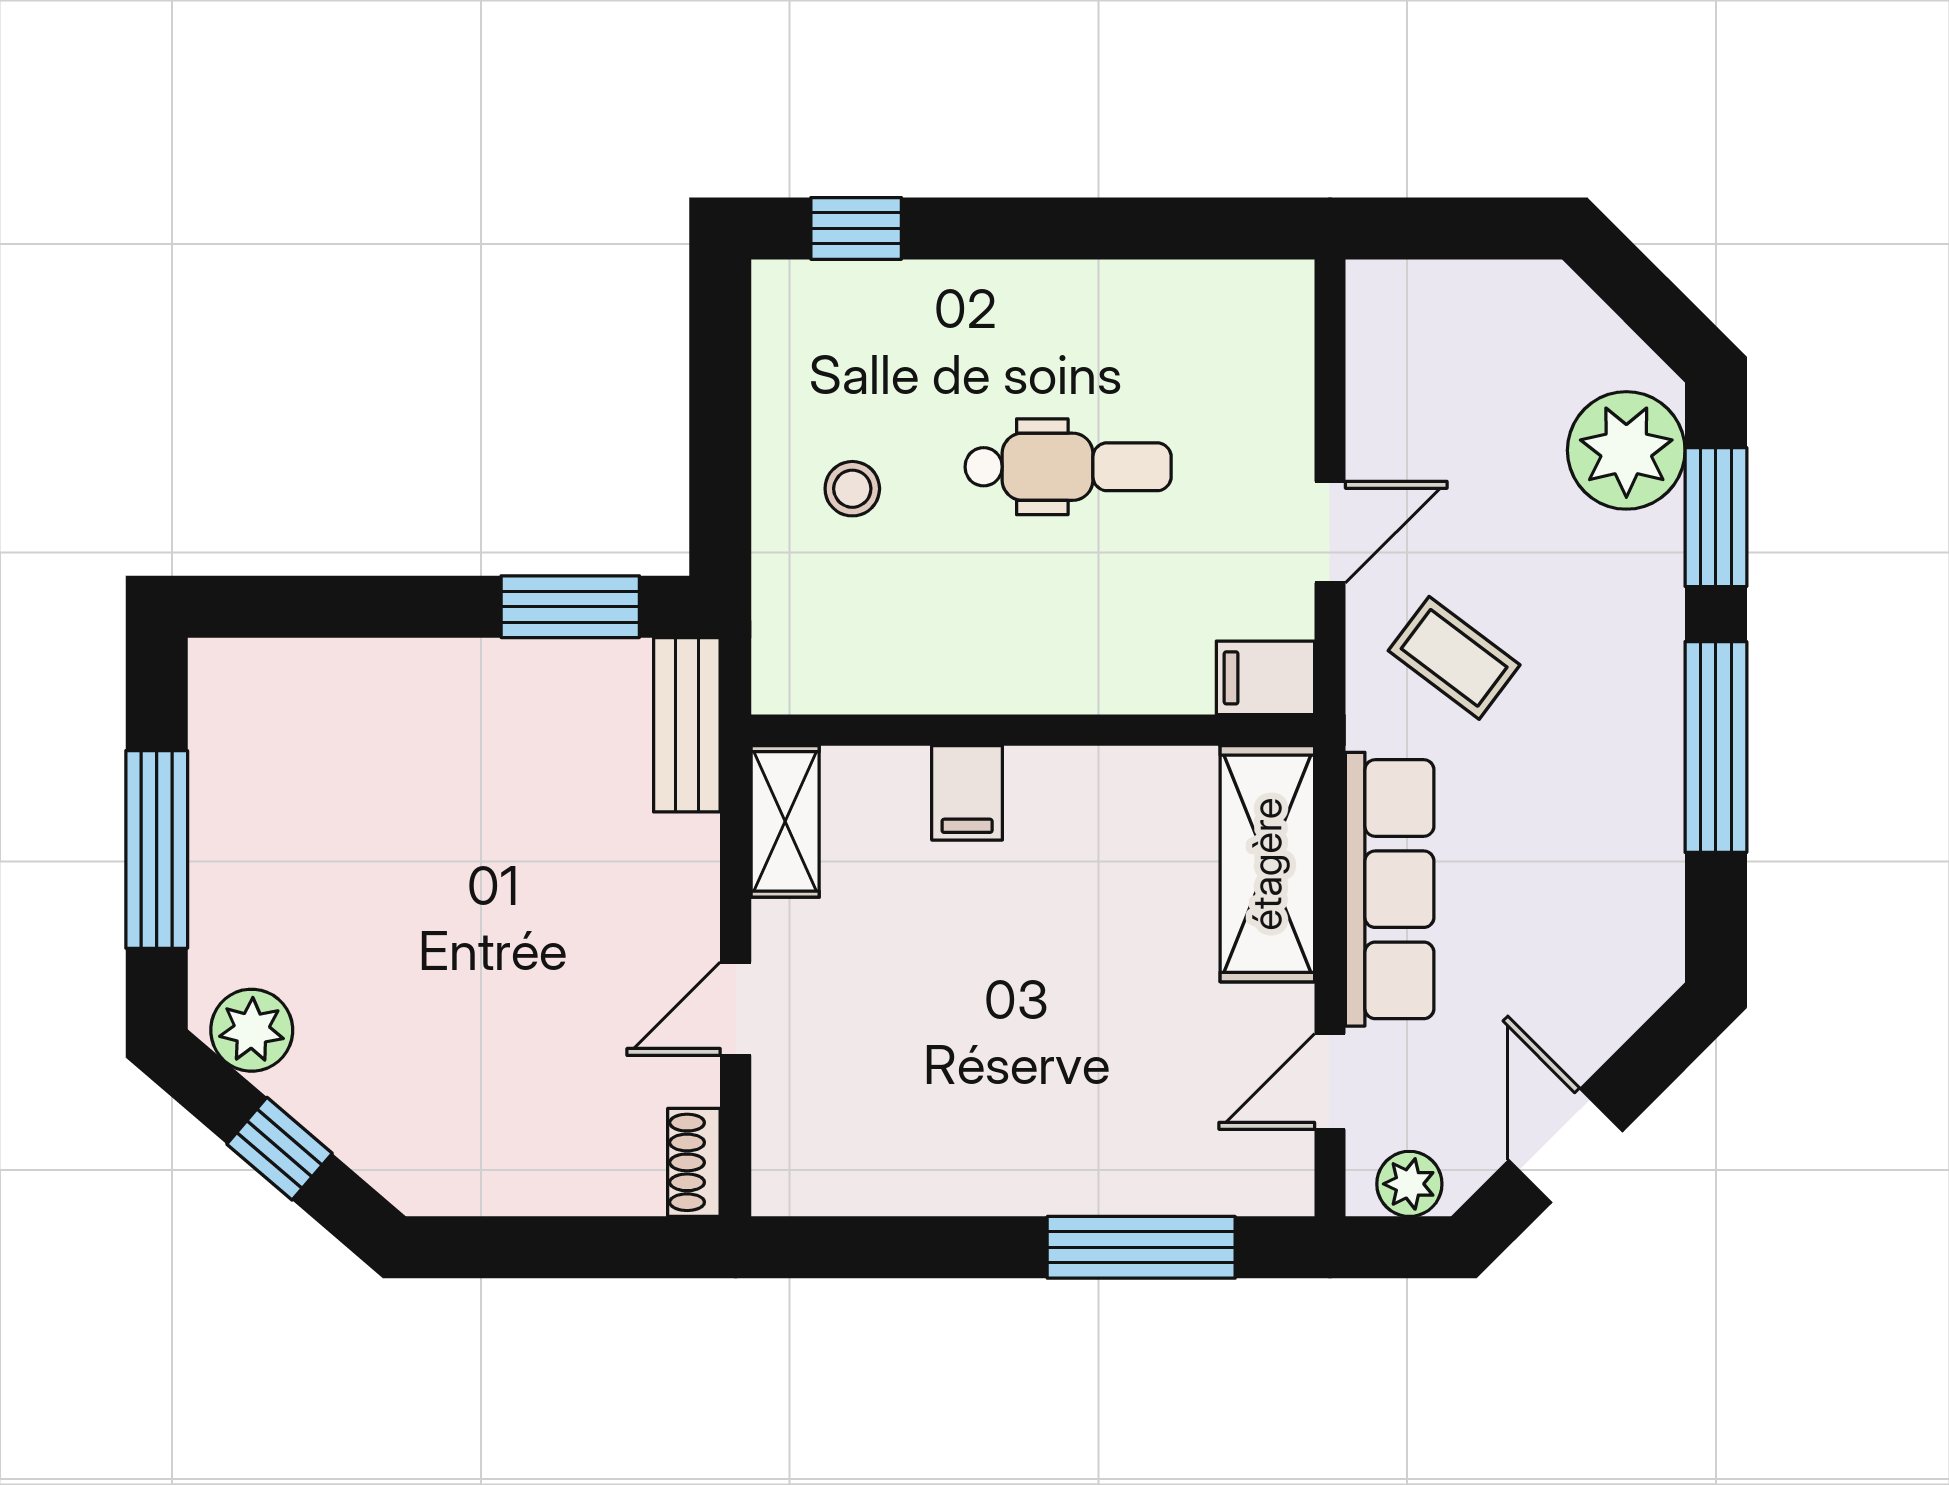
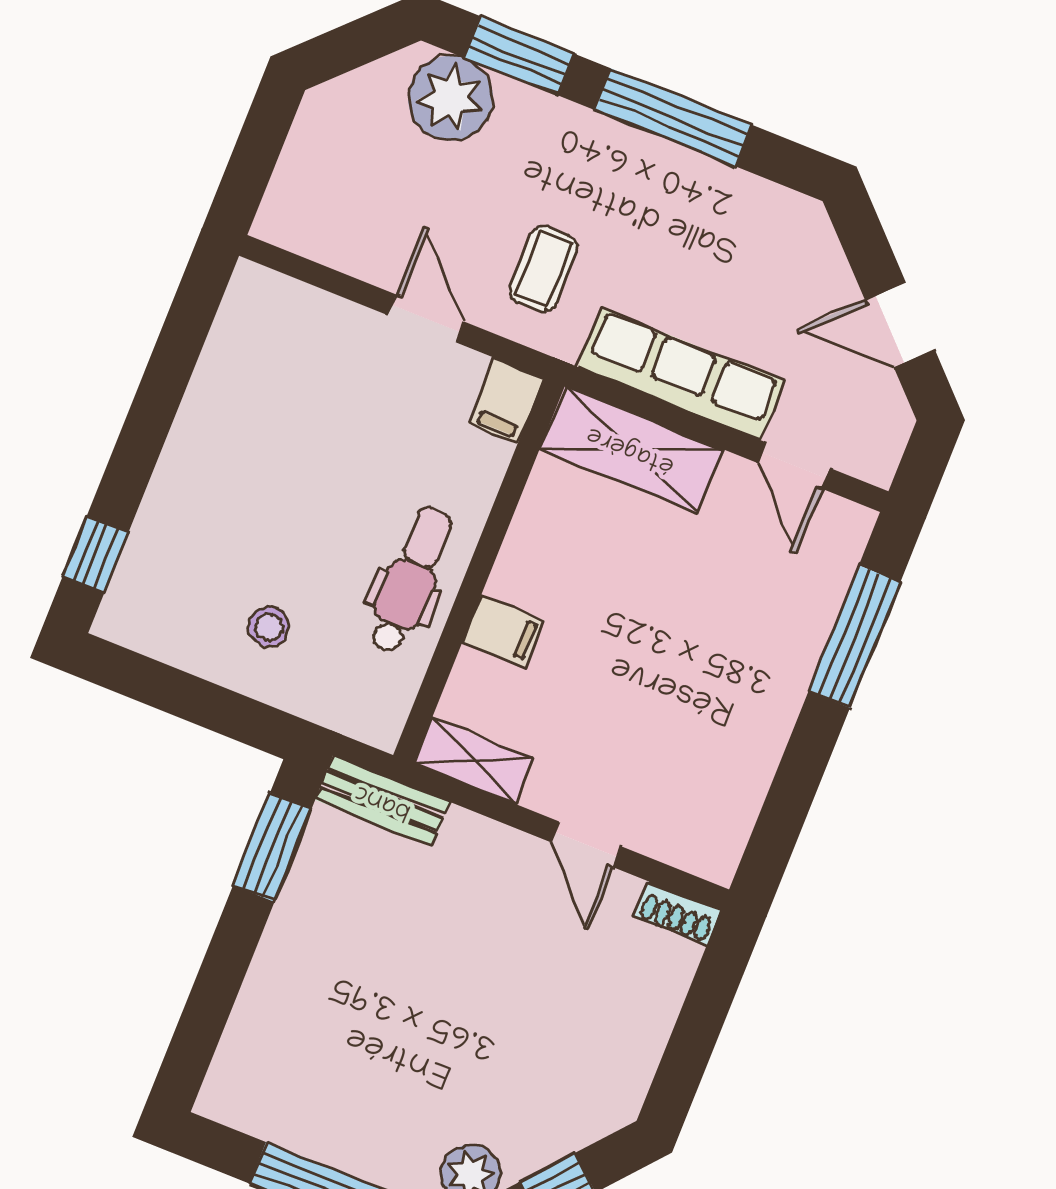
dental chair: (1068, 467) -> (410, 580), moved
coffee table: (1454, 658) -> (543, 269), turned -37
plant: (1409, 1184) -> (884, 440), removed

